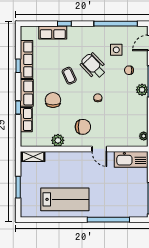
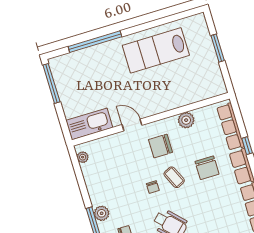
coffee table: (69, 76) -> (174, 177), moved
row of seats: (26, 120) -> (230, 127), width x1.48
shelving: (33, 156) -> (210, 91), removed

